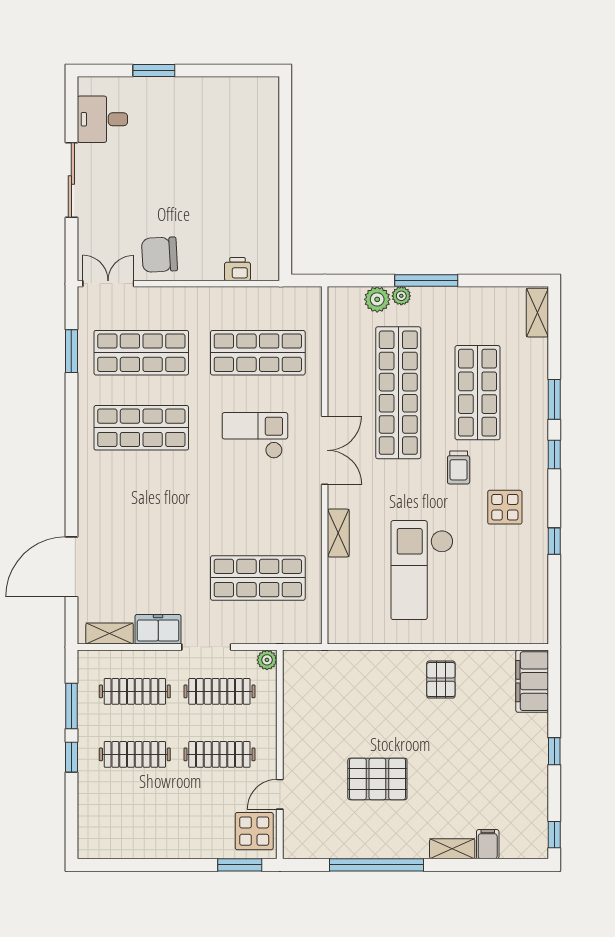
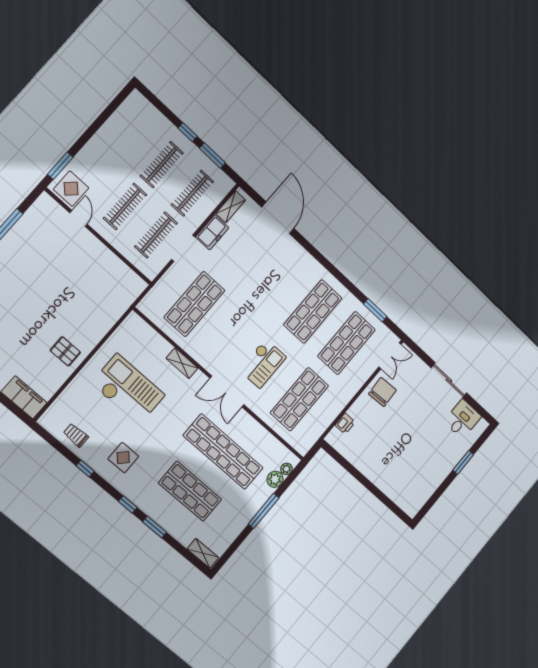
plant: (401, 296) -> (286, 469), moved
trolley: (459, 467) -> (76, 435), moved
plant: (267, 660) -> (151, 273), removed
pallet: (377, 779) -> (43, 275), removed

